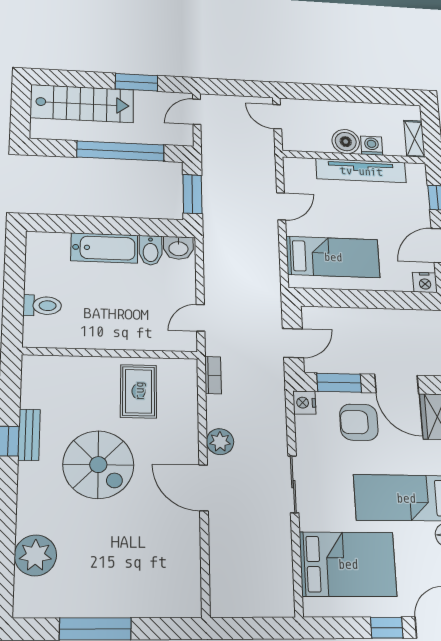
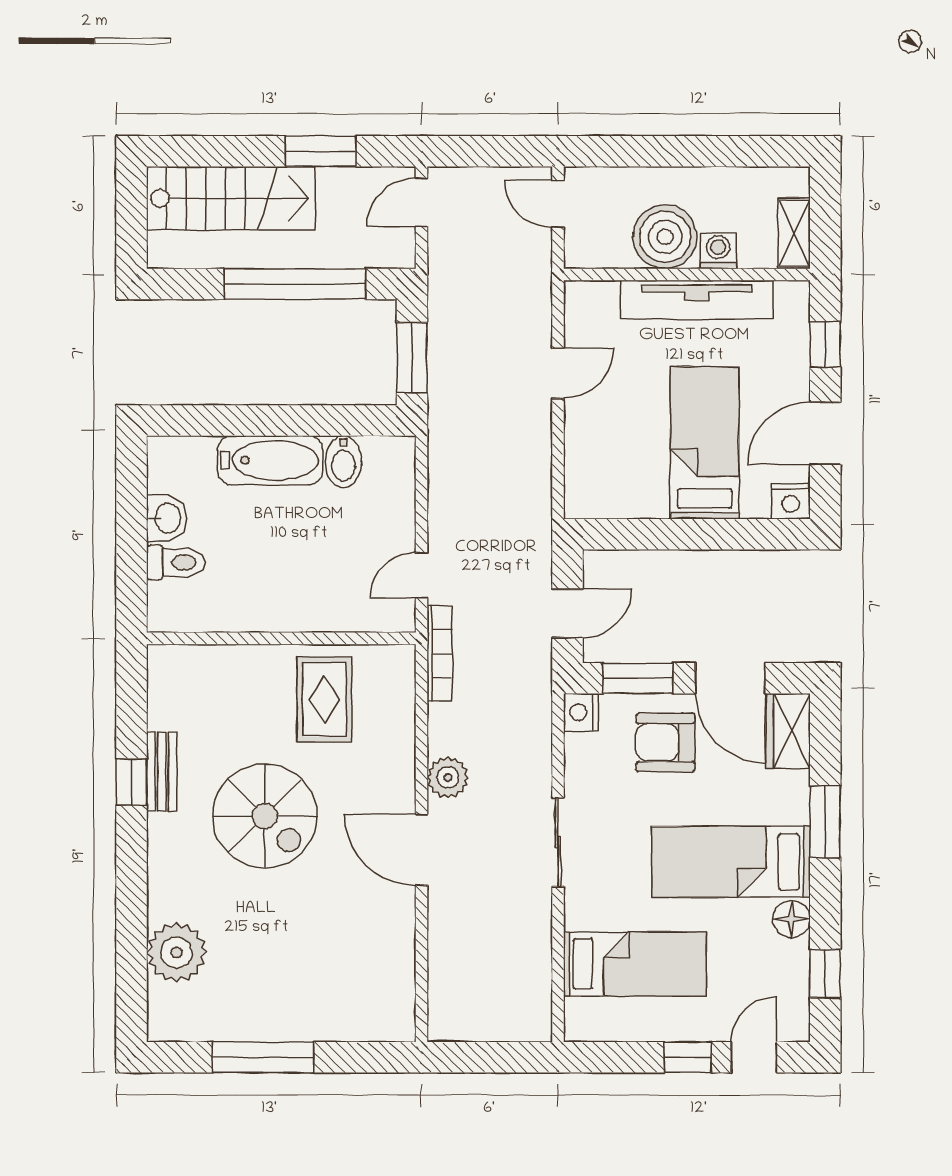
boiler: (346, 142) -> (665, 237), width x1.37, depth x1.37
washbasin: (178, 248) -> (167, 518), moved, turned -90
bed: (333, 257) -> (705, 443), moved, turned -90
bookcase: (213, 375) -> (439, 653), width x1.56
bed: (348, 564) -> (635, 964), width x0.67

